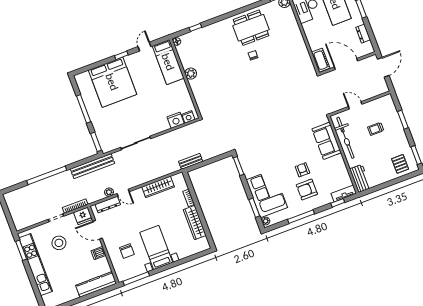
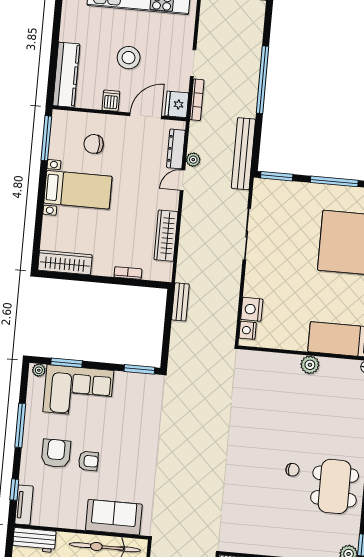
wardrobe: (195, 222) -> (65, 262), moved
stool: (59, 243) -> (129, 58), moved

